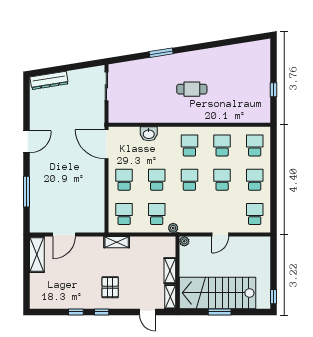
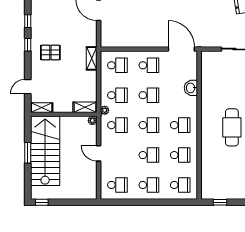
cafe table: (192, 89) -> (232, 127), width x1.37, depth x1.35
window: (274, 90) -> (220, 202), moved
door: (106, 144) -> (181, 49), hinge flipped
school desk: (189, 214) -> (117, 125), added
shelving: (170, 271) -> (85, 107), moved

